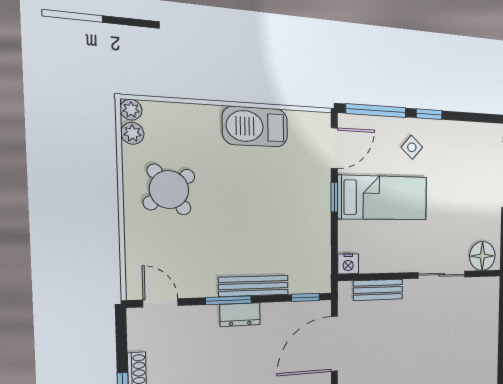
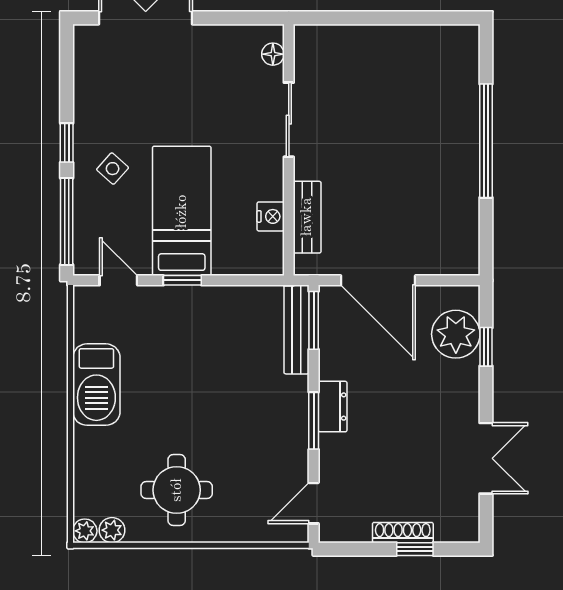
door: (334, 148) -> (118, 280), width x0.73
round table: (169, 190) -> (177, 490), turned 37
floor lamp: (482, 256) -> (273, 54), width x0.53, depth x0.53
nightstand: (348, 264) -> (271, 216), moved
bench: (254, 286) -> (296, 330), moved
window: (305, 297) -> (314, 320), width x1.50

